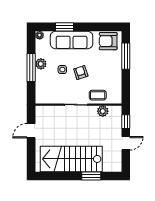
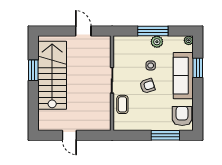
plant: (103, 111) -> (105, 110), removed
window: (126, 122) -> (93, 135), removed
window: (91, 176) -> (33, 70), moved

